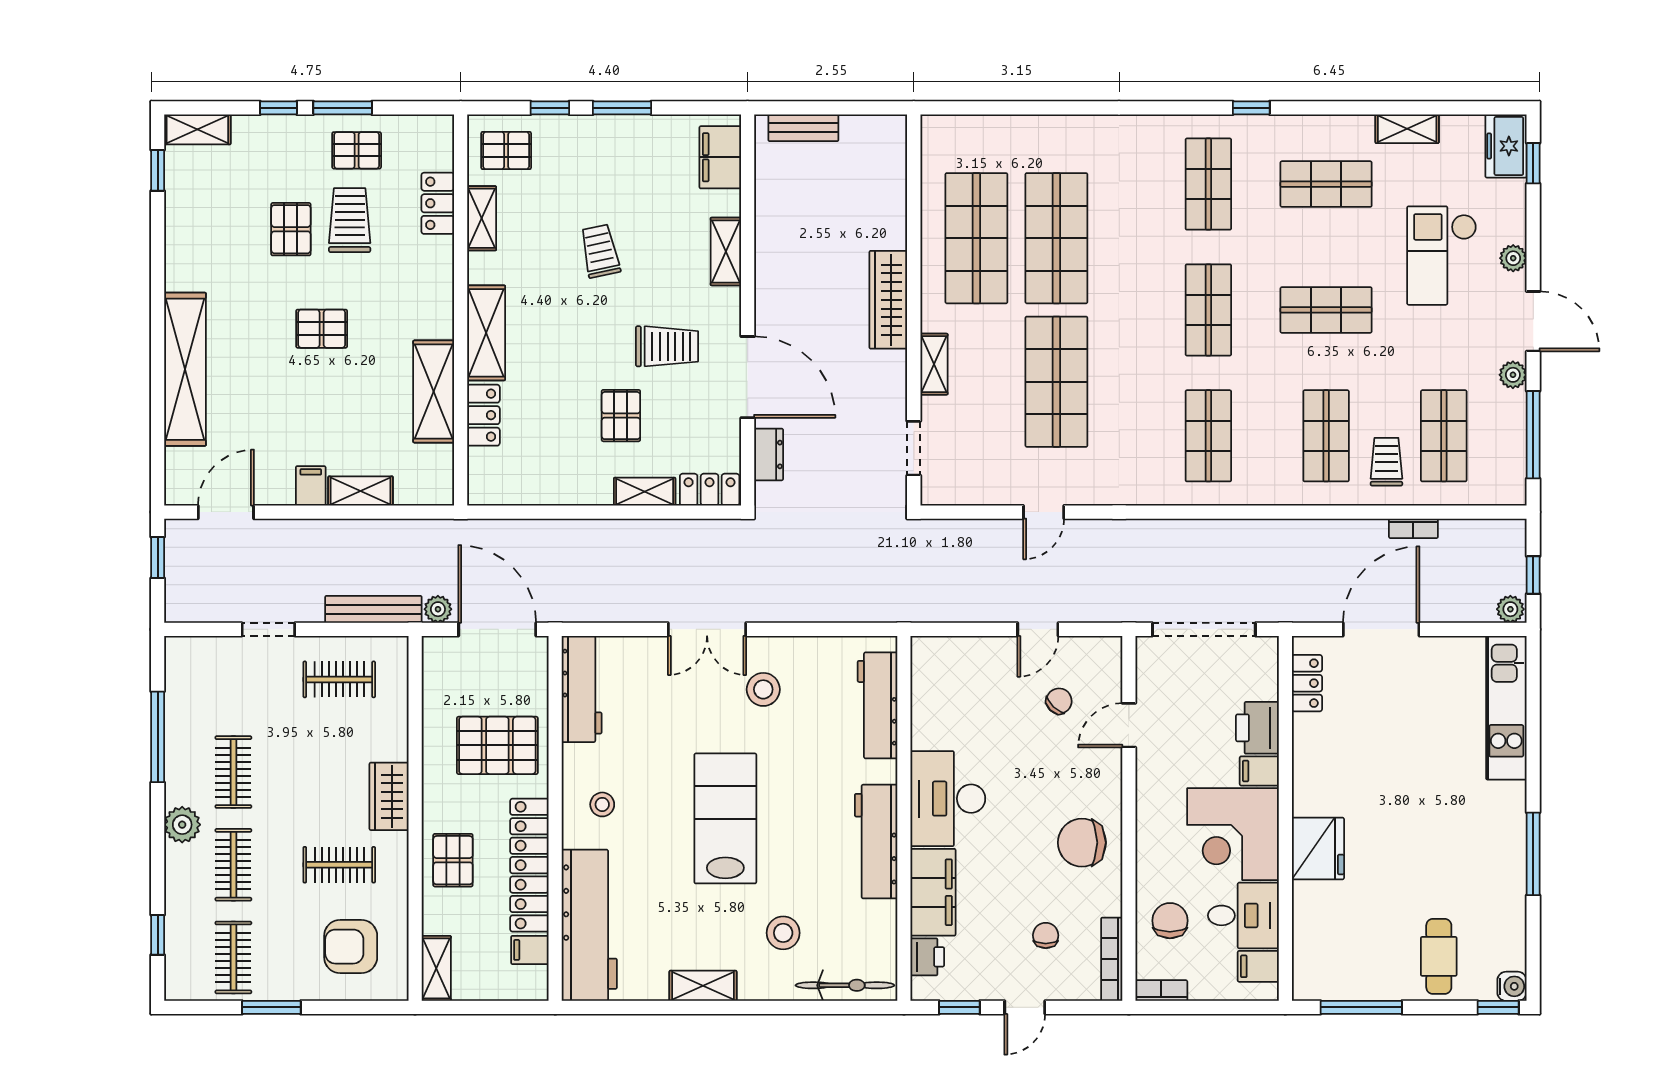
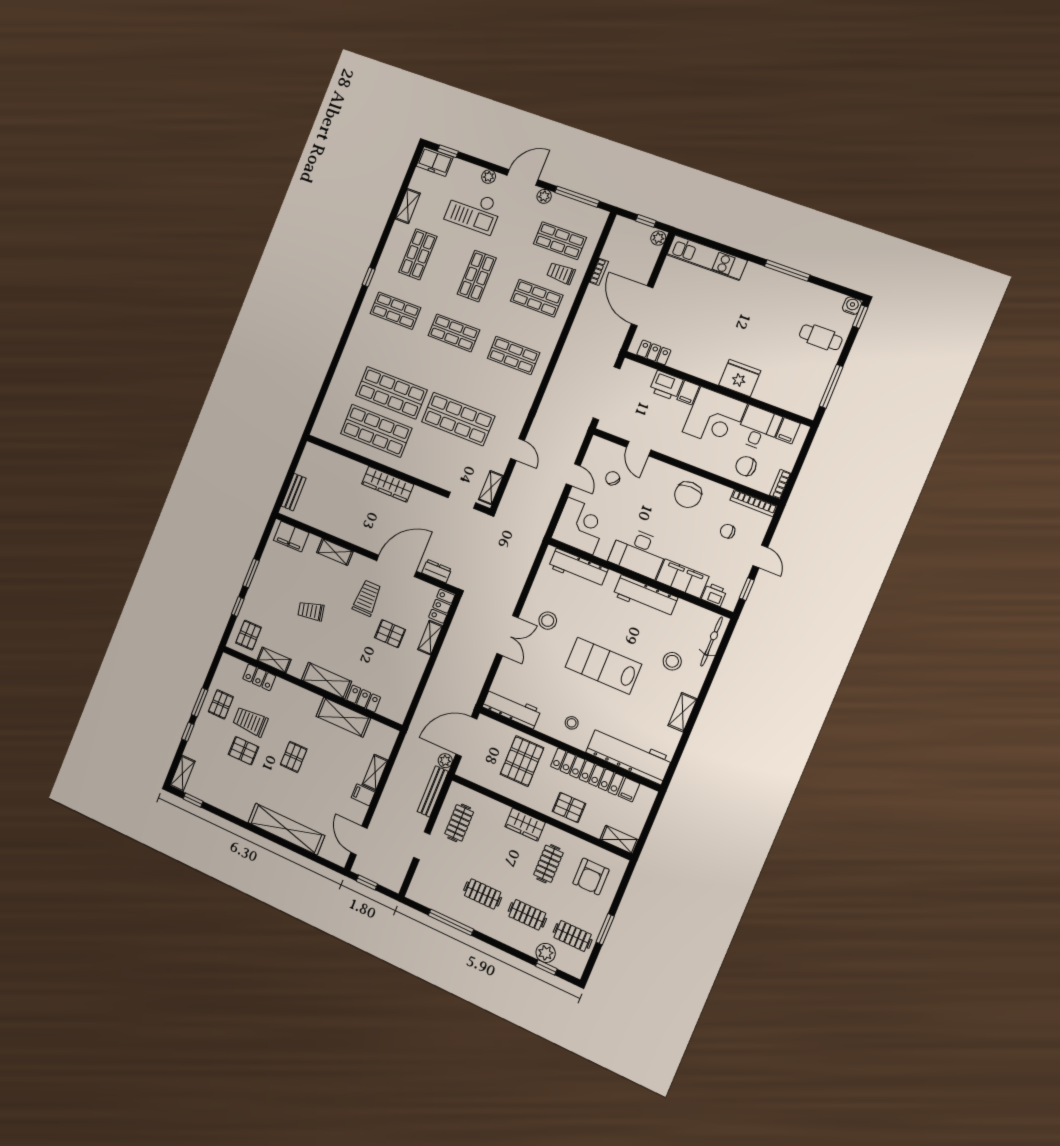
shelving: (934, 364) -> (491, 488), moved, turned 90
corner desk: (953, 678) -> (580, 526), added
plant: (182, 825) -> (546, 953), moved

